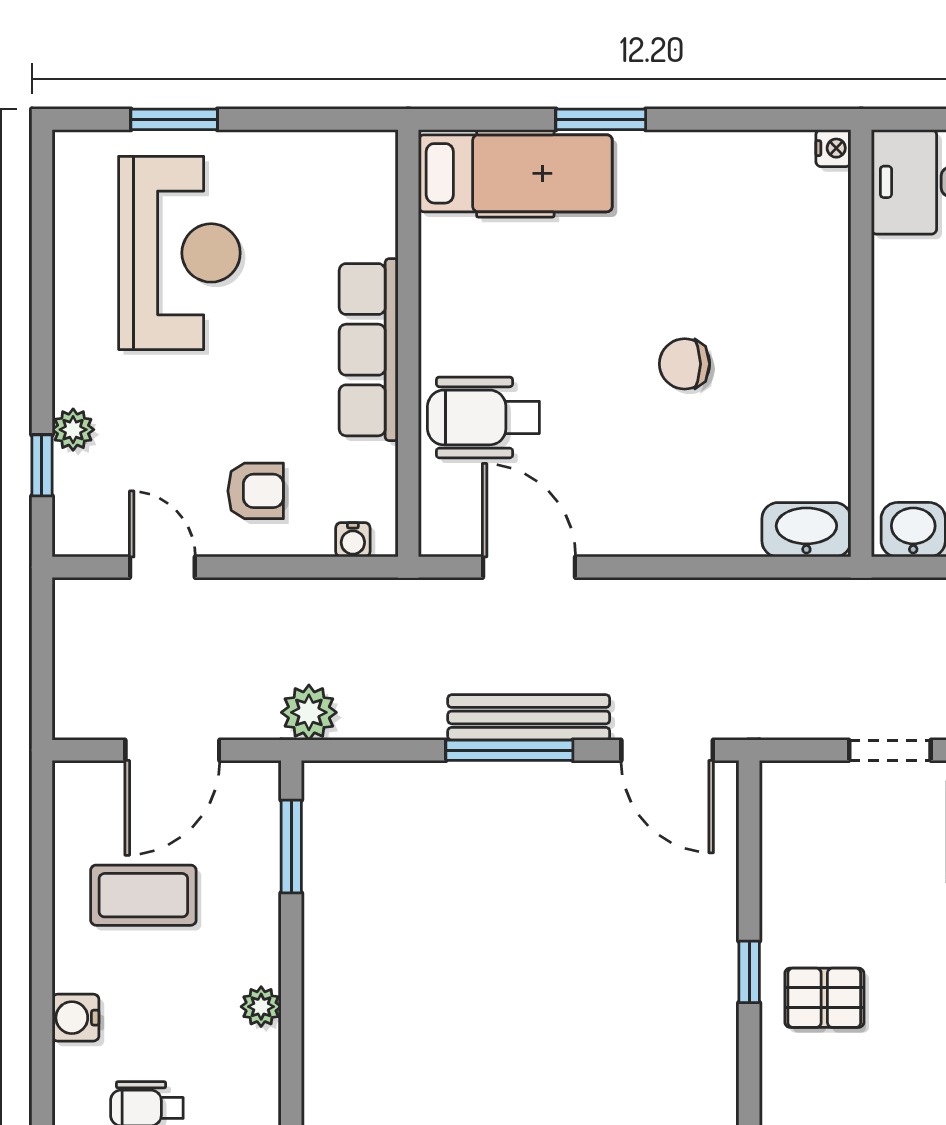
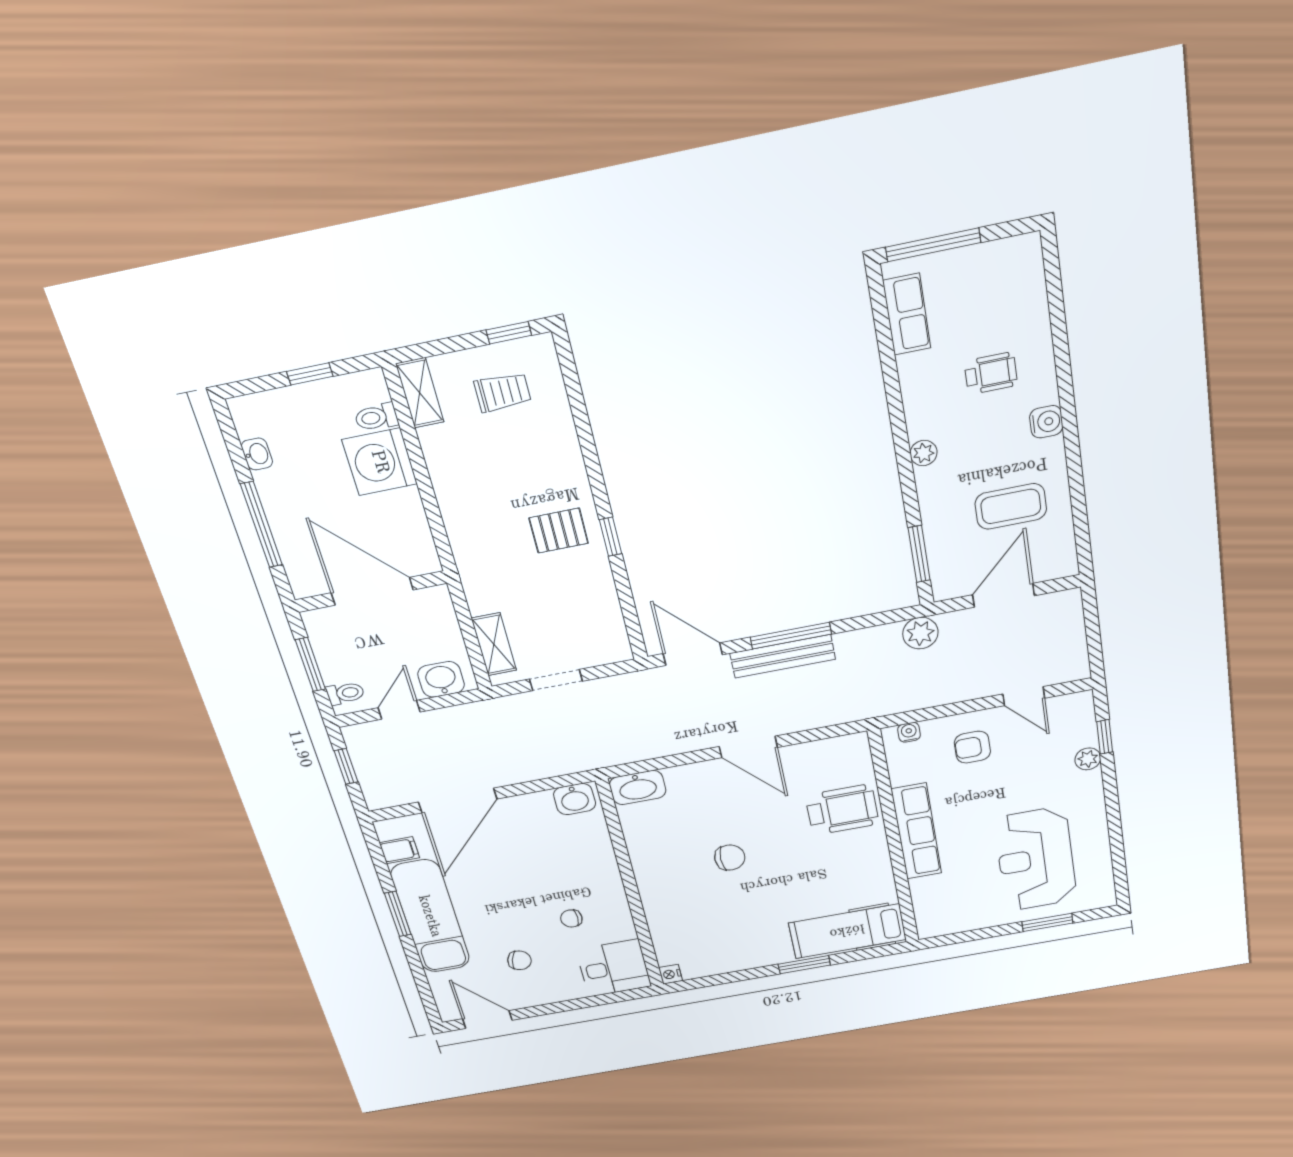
door: (529, 567) -> (748, 747), moved

